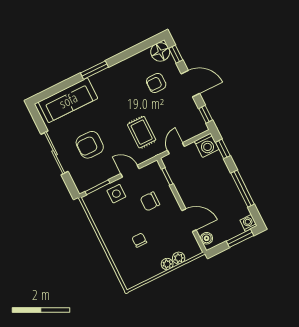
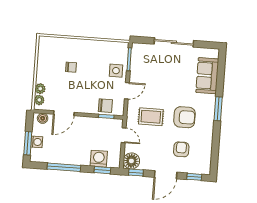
floor lamp: (160, 52) -> (131, 161), moved
sofa: (68, 100) -> (207, 76), width x0.73
armchair: (90, 145) -> (184, 117), moved, turned 90
washing machine: (207, 145) -> (99, 159), moved, turned 90
chair: (150, 201) -> (105, 106), moved, turned 90
washing machine: (248, 223) -> (37, 142), moved
plant: (167, 264) -> (39, 100), moved

